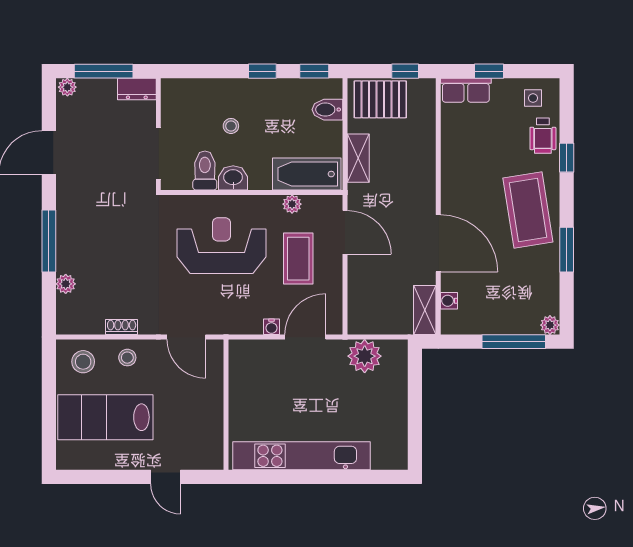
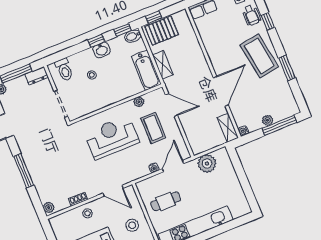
window: (405, 71) -> (154, 17), moved
bidet: (327, 110) -> (133, 36), moved
toilet: (205, 170) -> (64, 70), moved, turned 180
bathtub: (307, 174) -> (146, 70), moved, turned -90
washbasin: (233, 178) -> (102, 50), moved, turned 180
door: (438, 243) -> (221, 91), hinge flipped
plant: (66, 284) -> (49, 207), moved
water cooler: (449, 301) -> (243, 131), moved
plant: (550, 325) -> (268, 120), moved
stool: (83, 362) -> (132, 225), moved
cafe table: (268, 392) -> (166, 201), added

